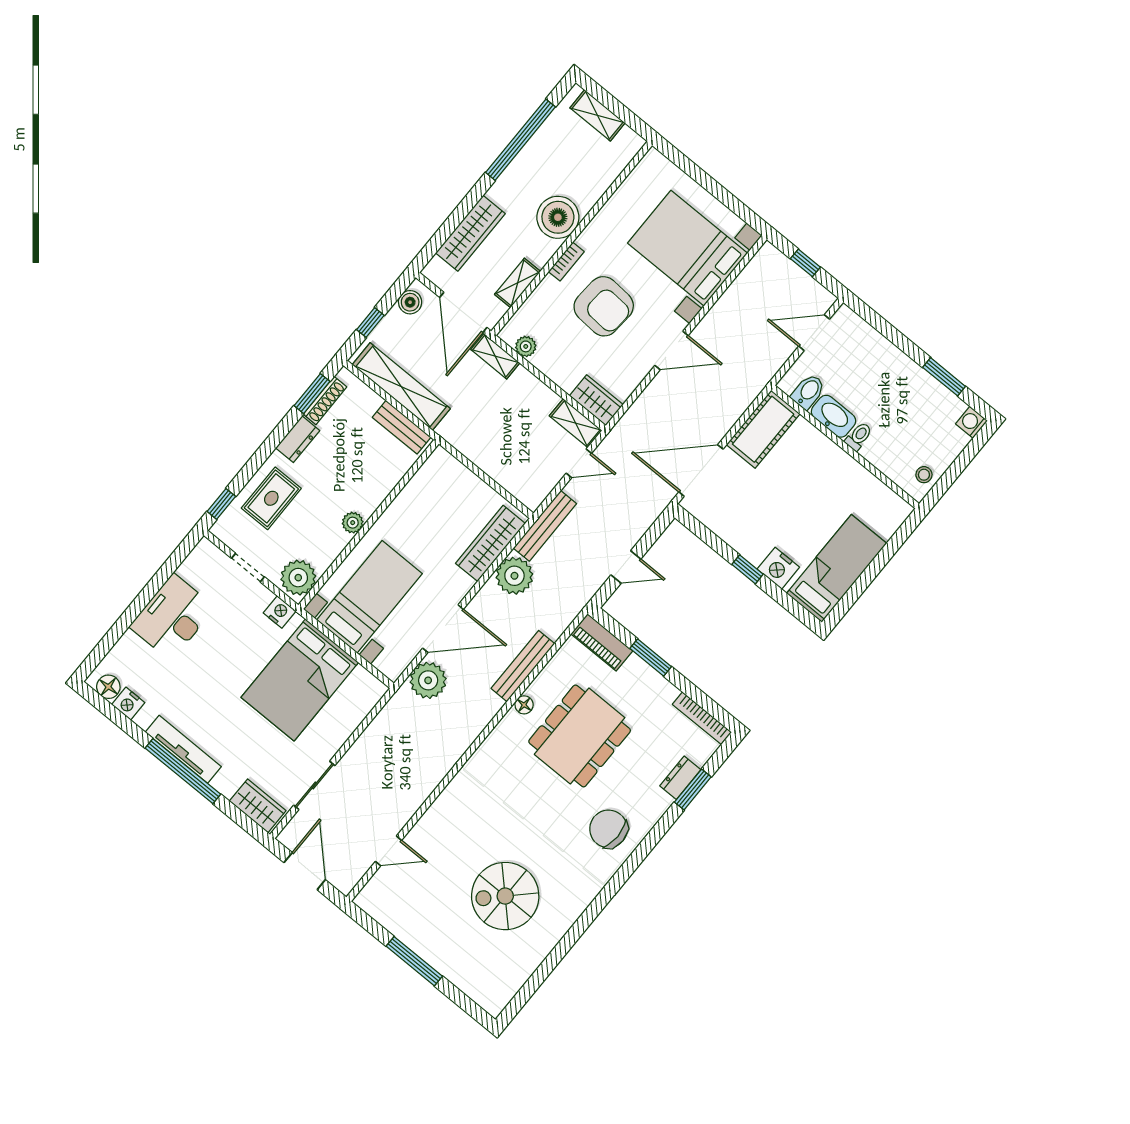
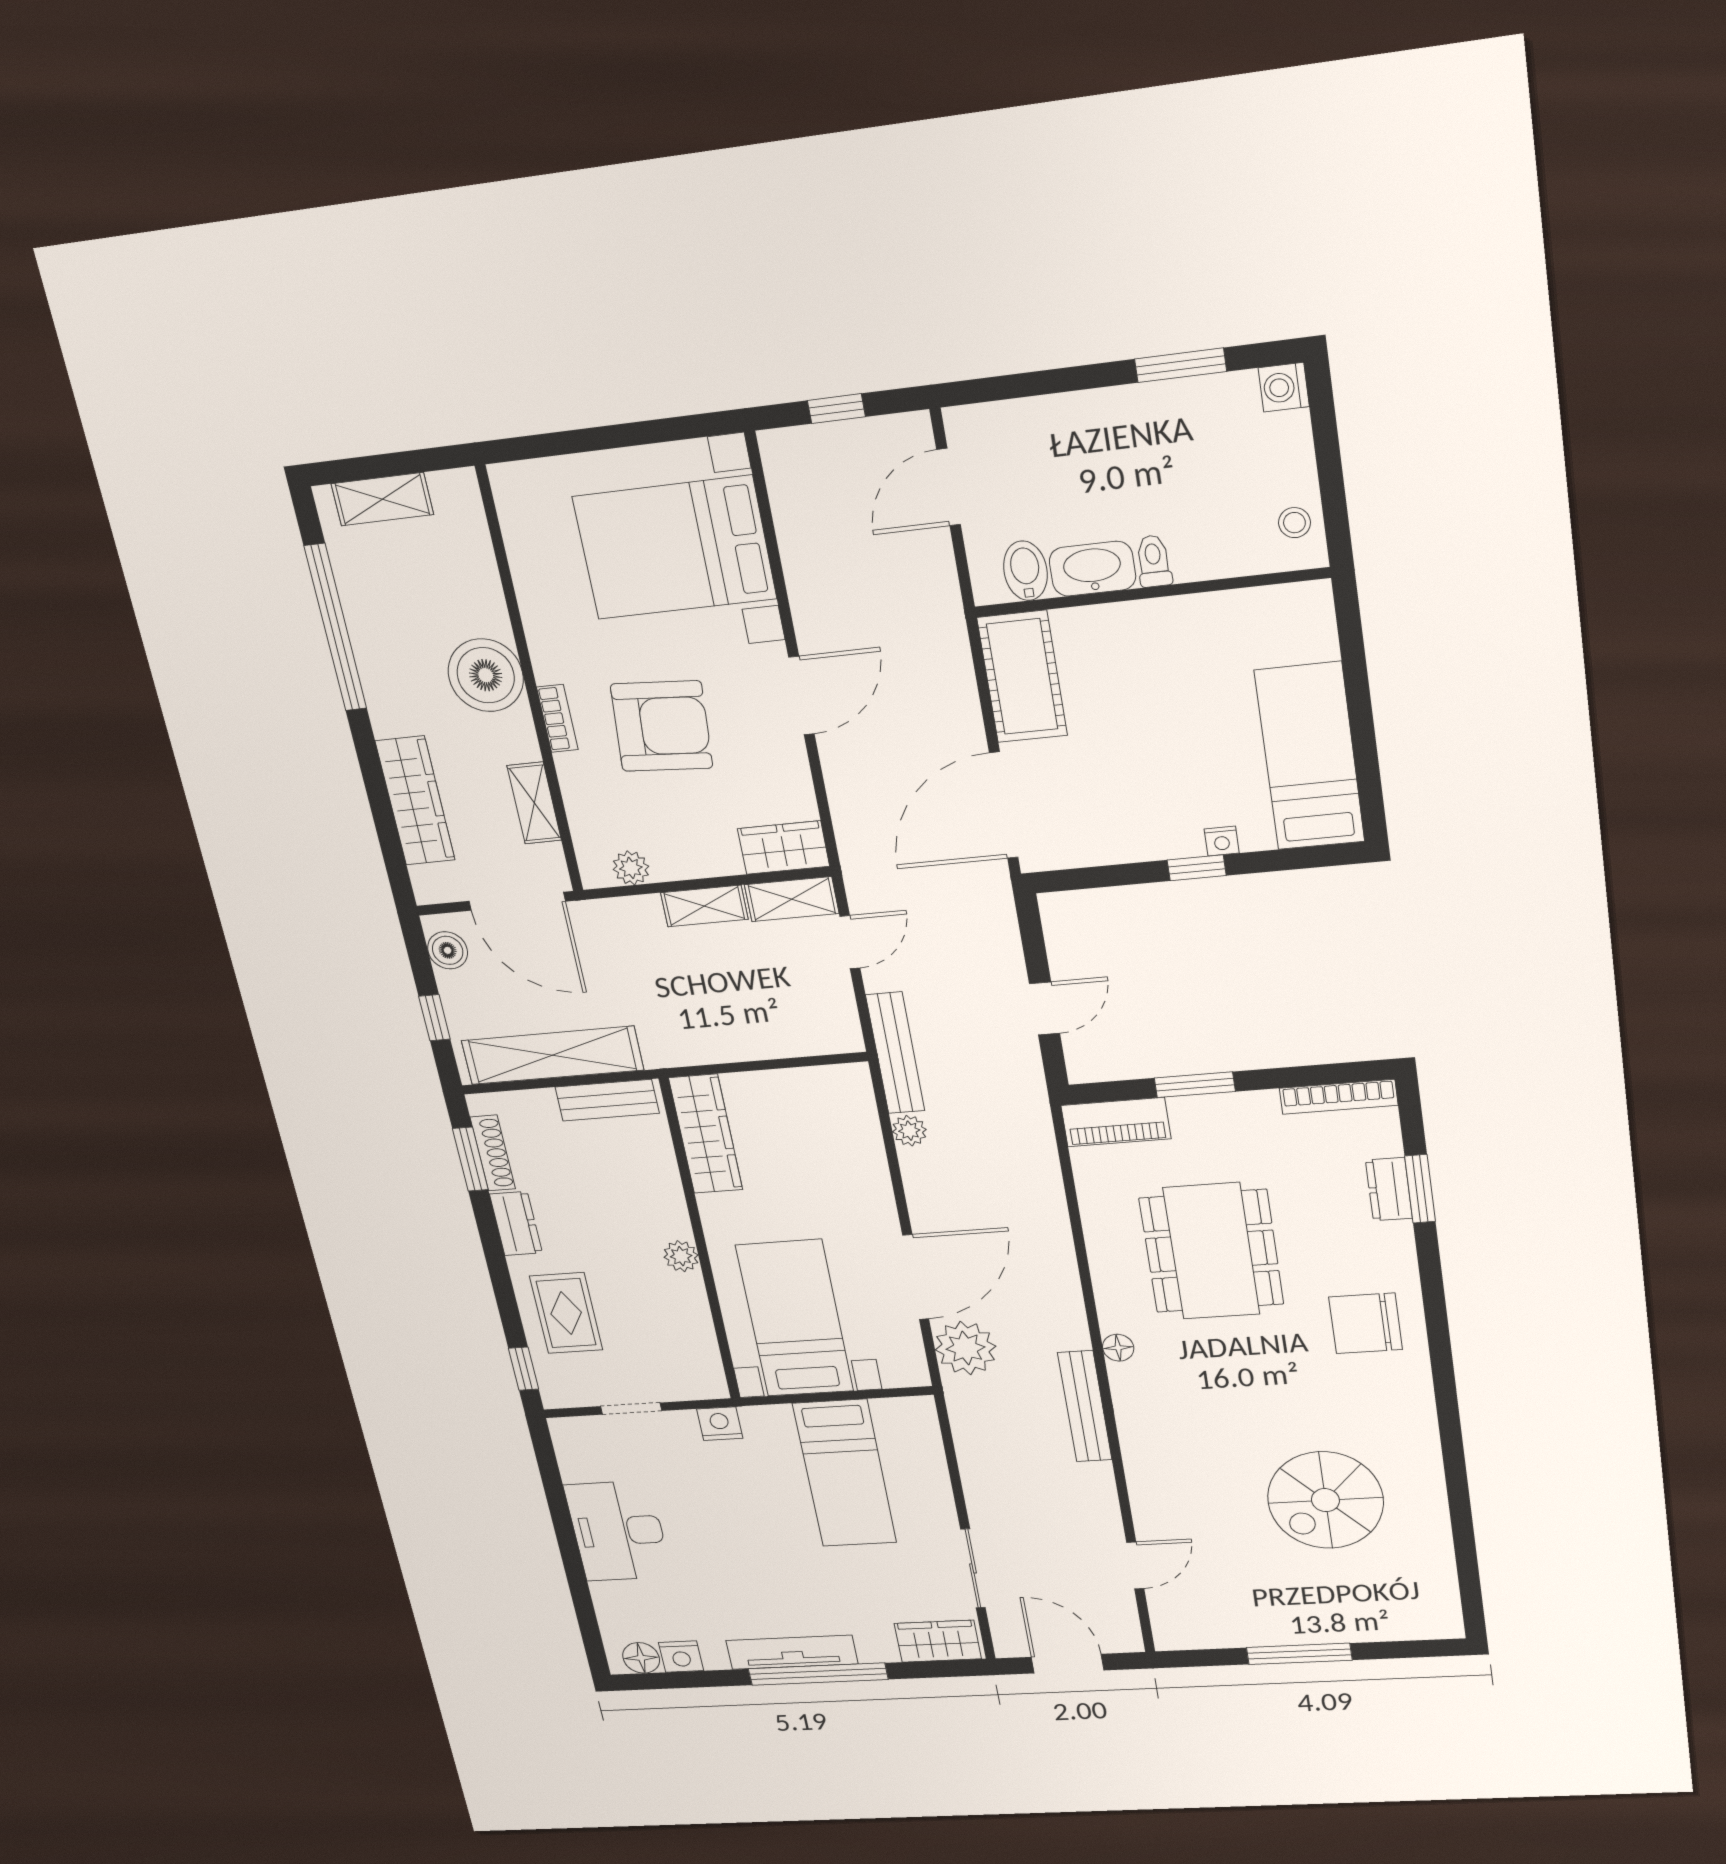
shelving: (495, 356) -> (704, 906), moved
wardrobe: (490, 543) -> (706, 1134), moved, turned 180
nightstand: (778, 568) -> (1222, 841), width x0.53, depth x0.56
plant: (514, 576) -> (909, 1131), width x0.53, depth x0.53
plant: (298, 578) -> (695, 1370), removed
bench: (523, 666) -> (1085, 1406), moved
bed: (300, 680) -> (845, 1473), width x0.67
floor lamp: (524, 705) -> (1118, 1348), moved

